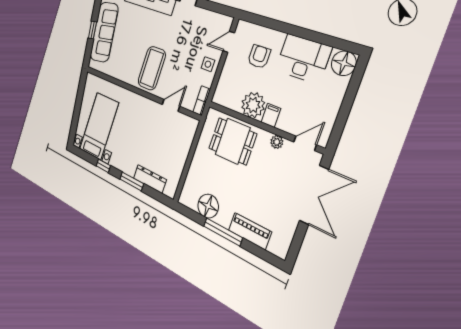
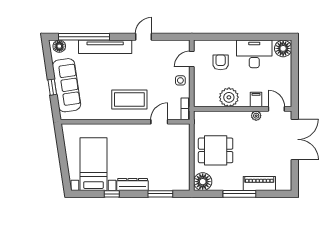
coffee table: (152, 68) -> (129, 100), turned 90
filing cabinet: (271, 115) -> (256, 100), moved
dining table: (233, 141) -> (216, 150), moved
door: (305, 143) -> (276, 109), hinge flipped
dresser: (150, 179) -> (133, 185), moved
window: (132, 181) -> (160, 194), moved
floor lamp: (208, 206) -> (203, 182), moved

